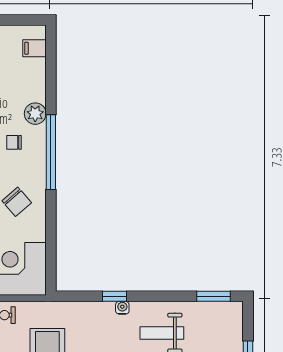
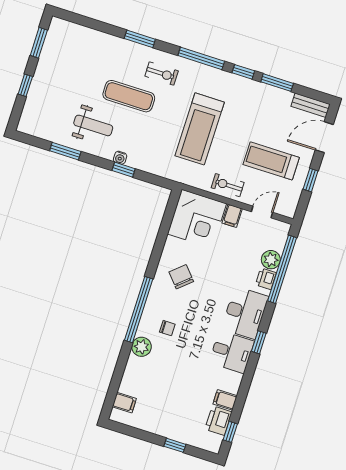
window: (214, 296) -> (65, 151), moved

